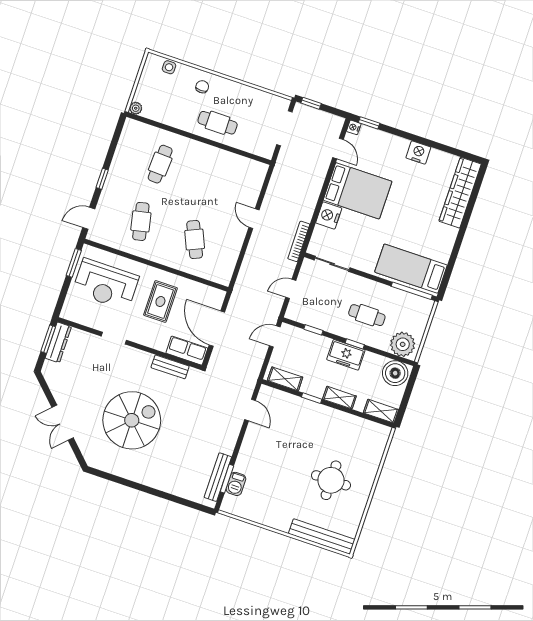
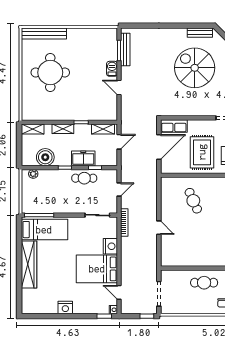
wardrobe: (460, 193) -> (29, 264), moved
rug: (160, 302) -> (202, 152), width x1.36, depth x1.43
cafe table: (367, 315) -> (84, 178), moved
door: (217, 329) -> (159, 147), hinge flipped
door: (275, 336) -> (119, 142), moved
plant: (403, 344) -> (33, 174), width x0.53, depth x0.53
freezer: (346, 355) -> (83, 158), moved
bench: (170, 367) -> (200, 33), moved
boiler: (395, 373) -> (45, 157), moved
door: (250, 410) -> (119, 87), moved
spiral stairs: (132, 420) -> (195, 68), turned 90
round table: (331, 480) -> (50, 72), width x1.36, depth x1.36
barbecue: (236, 484) -> (112, 69), moved

